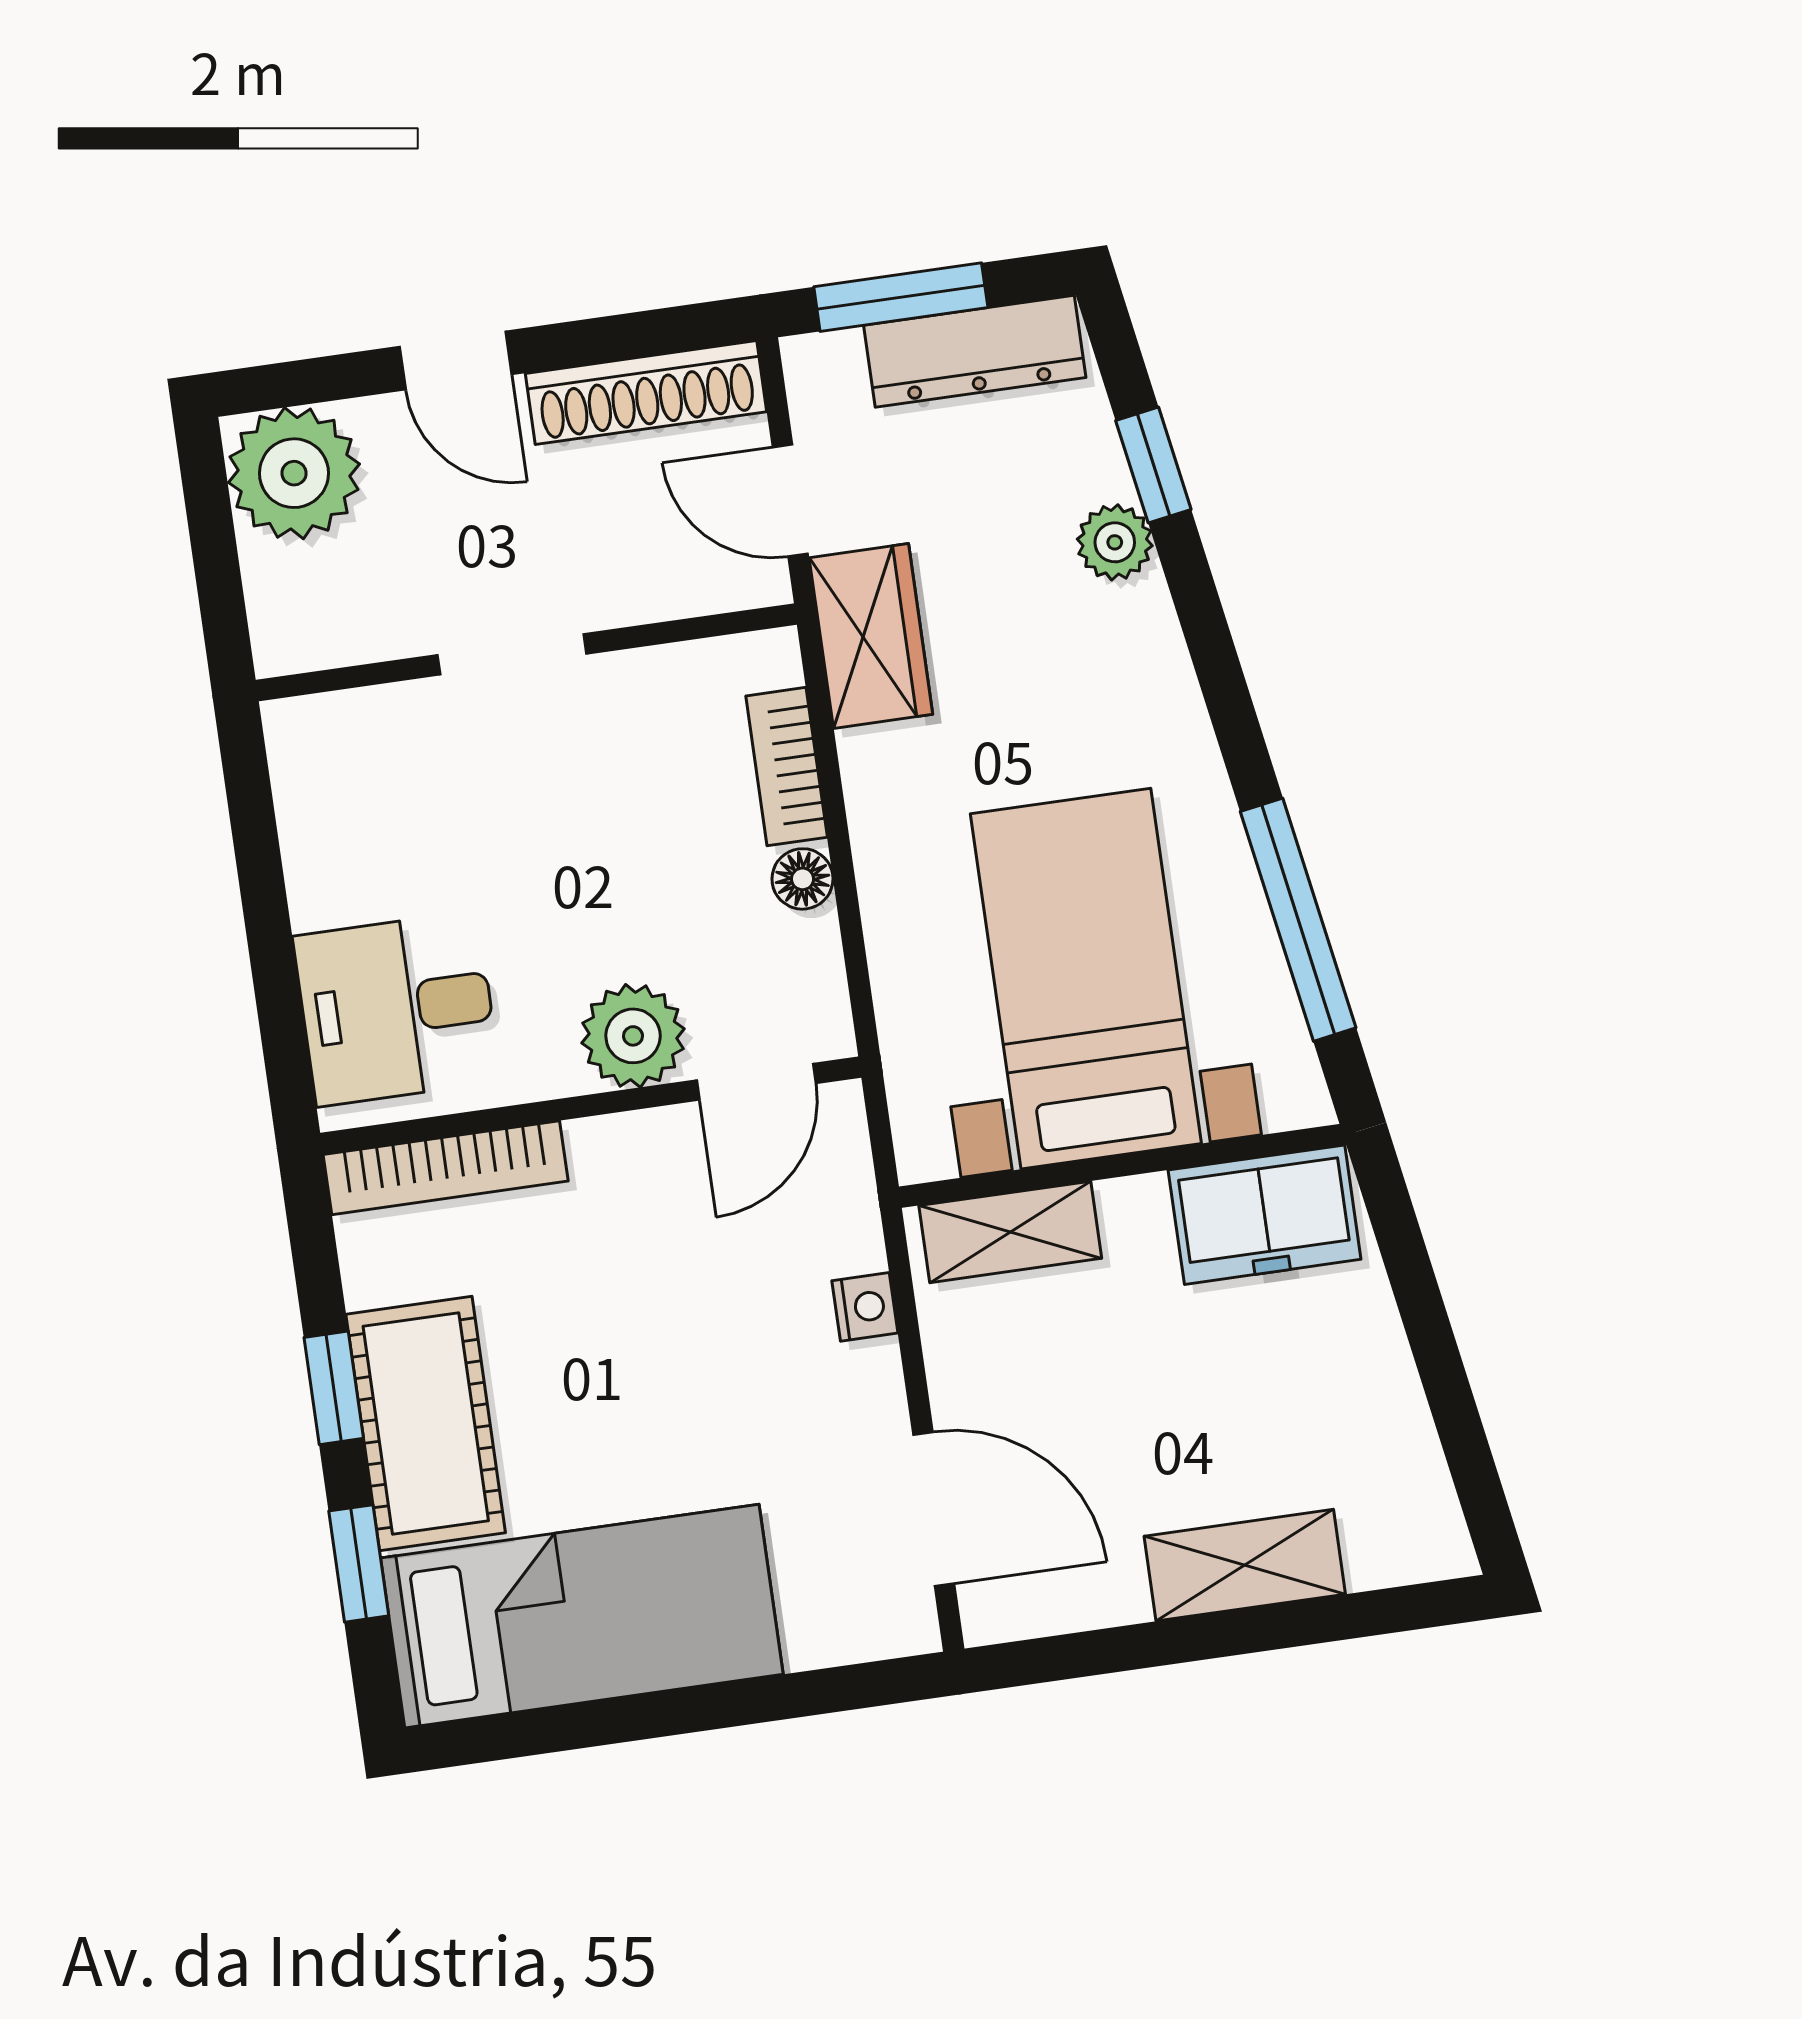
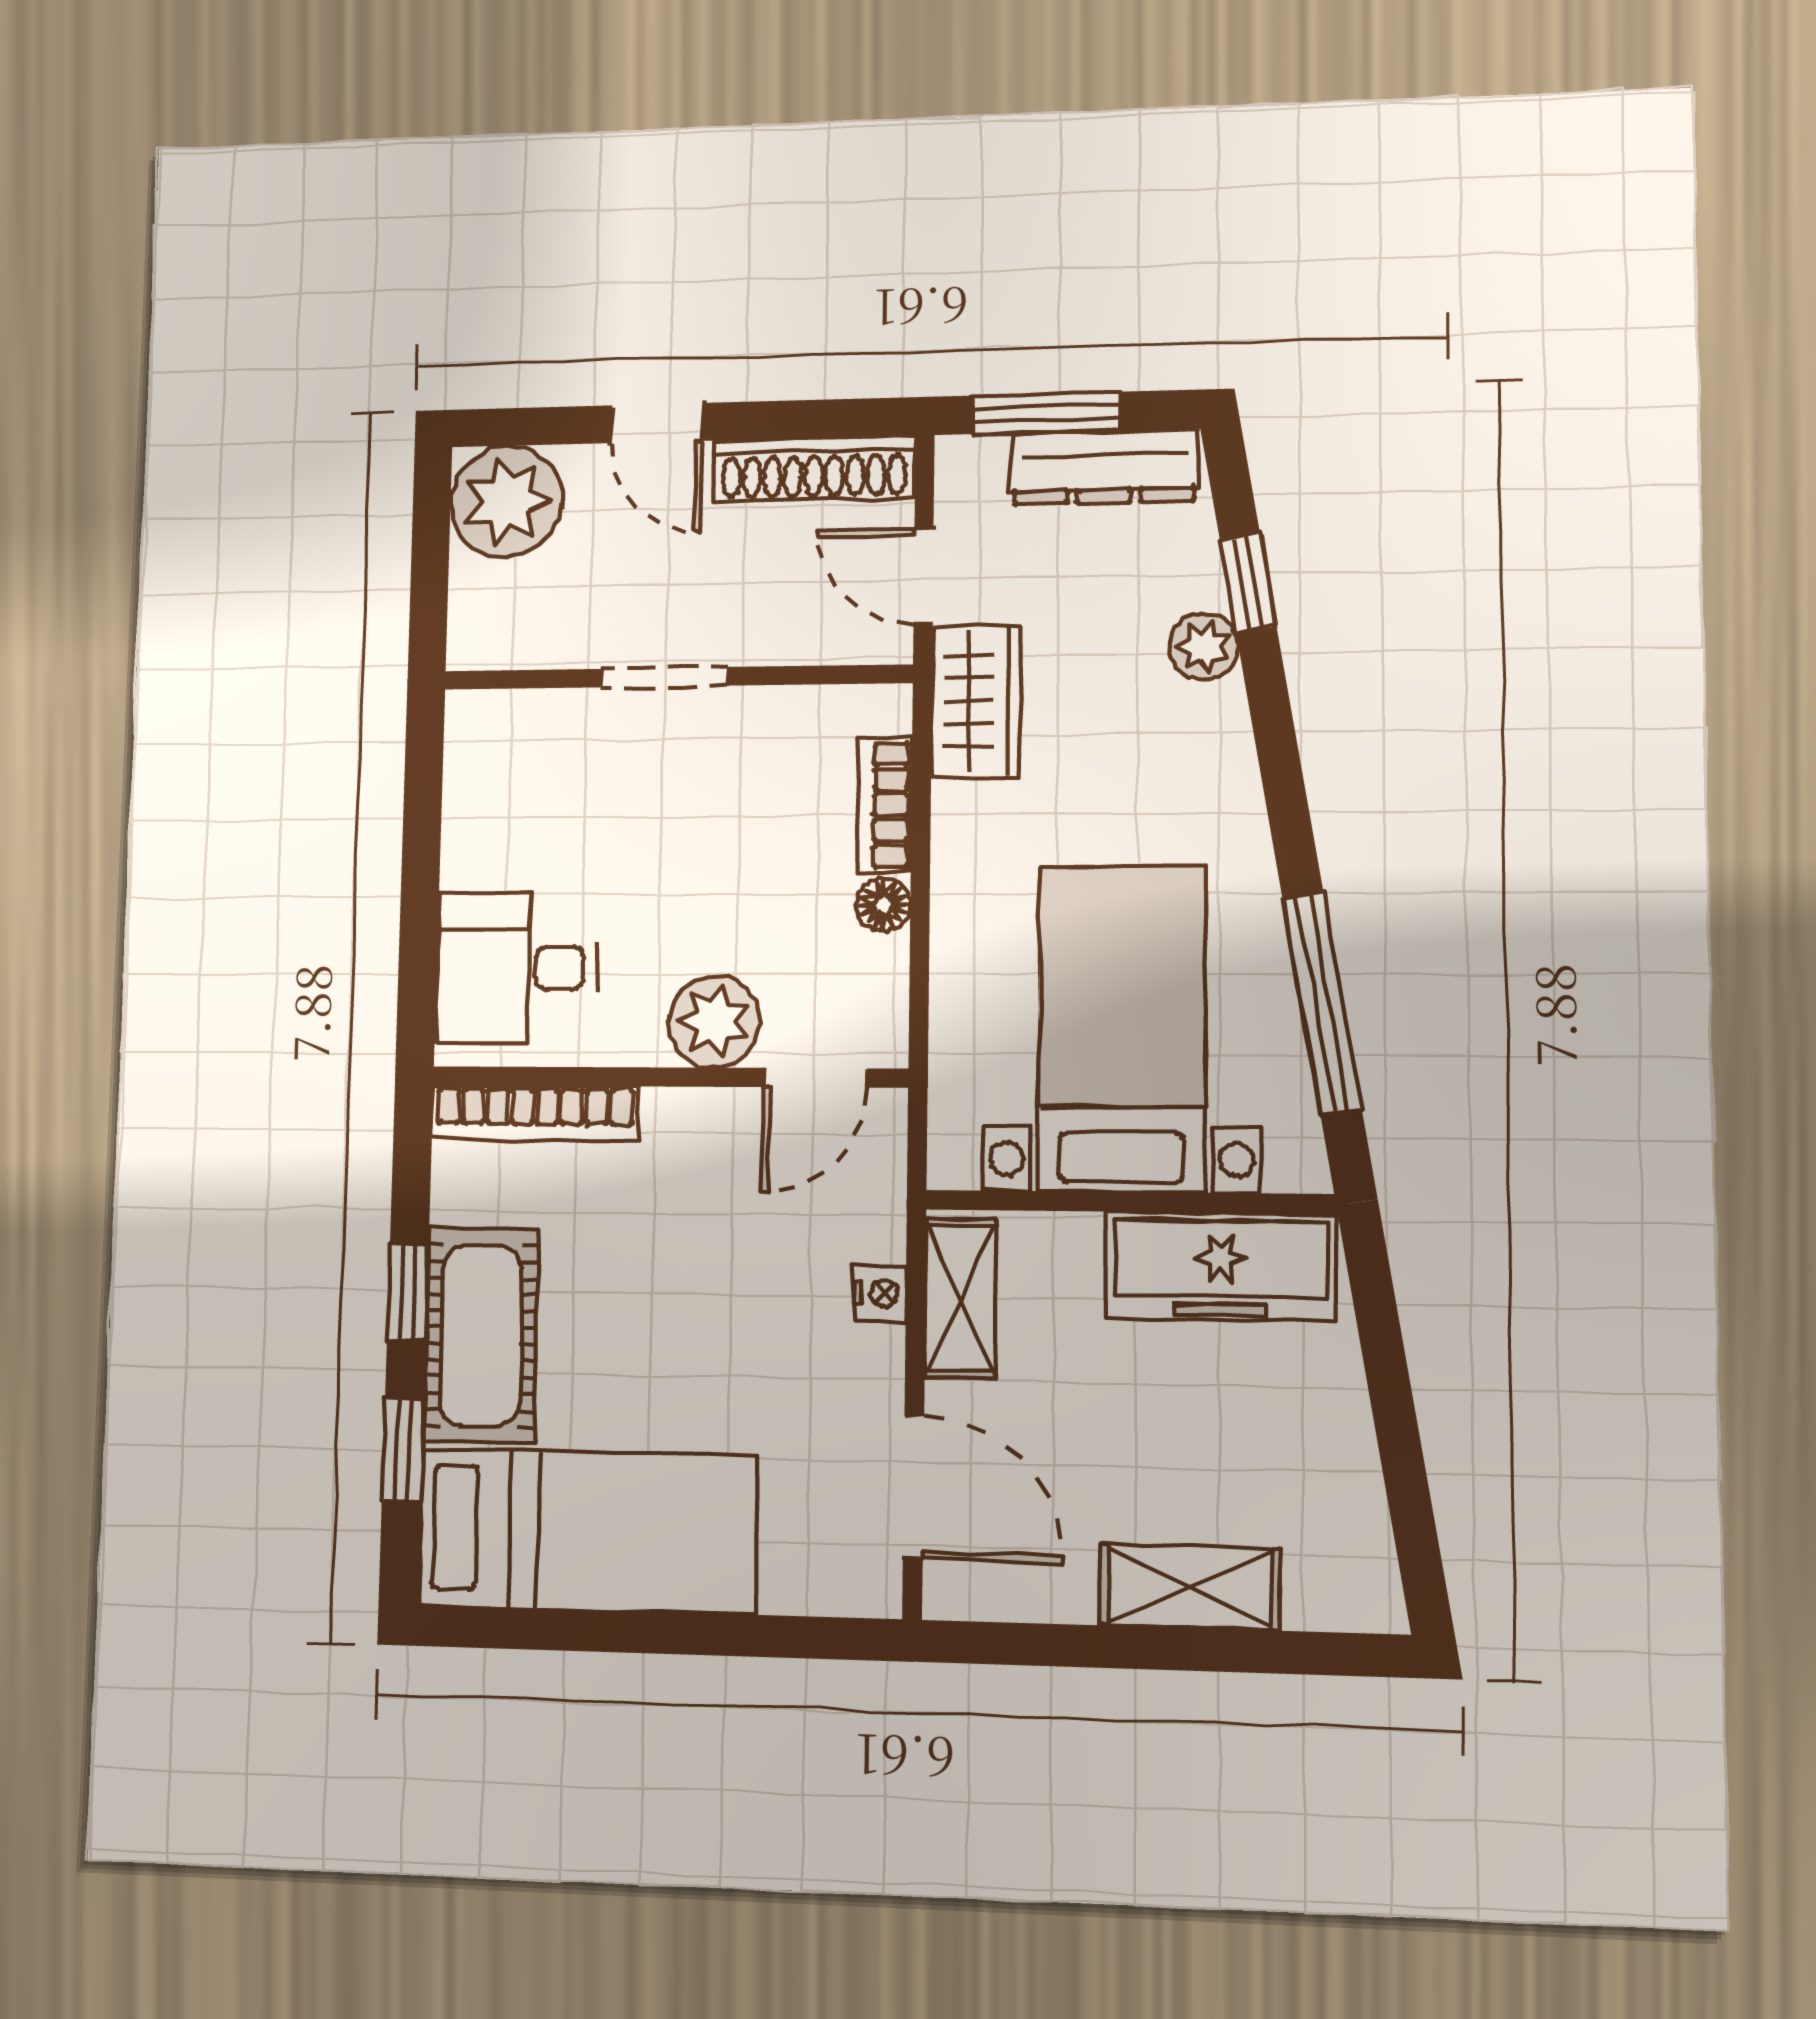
freezer: (1265, 1215) -> (1220, 1266), width x1.40
shelving: (1010, 1232) -> (961, 1299), moved, turned 90

